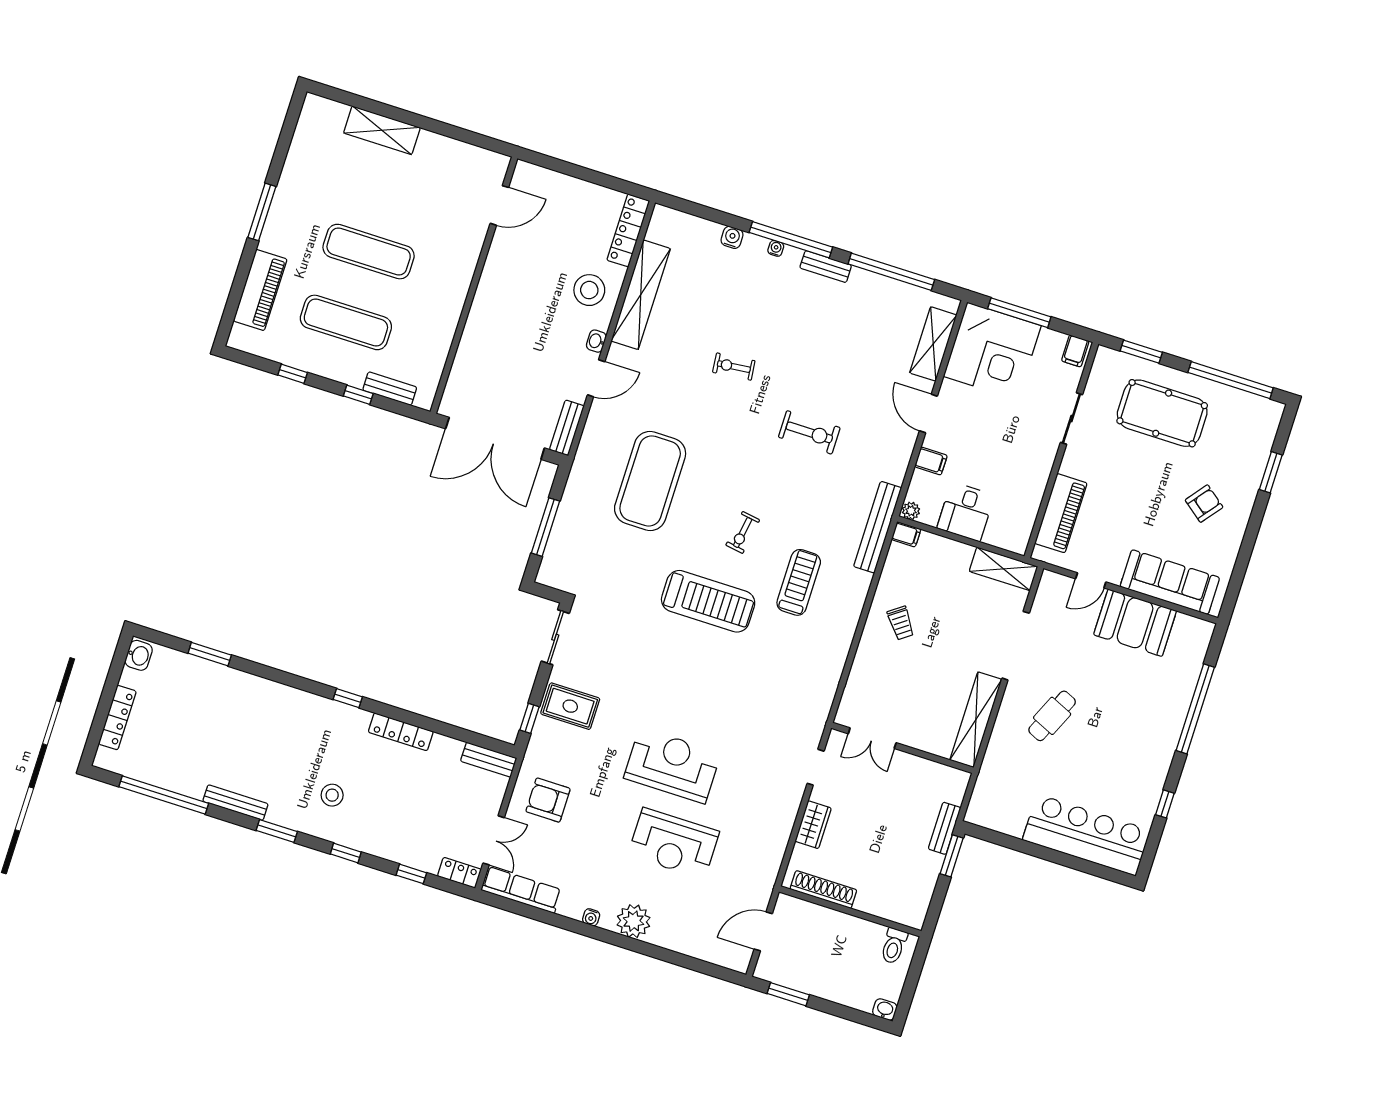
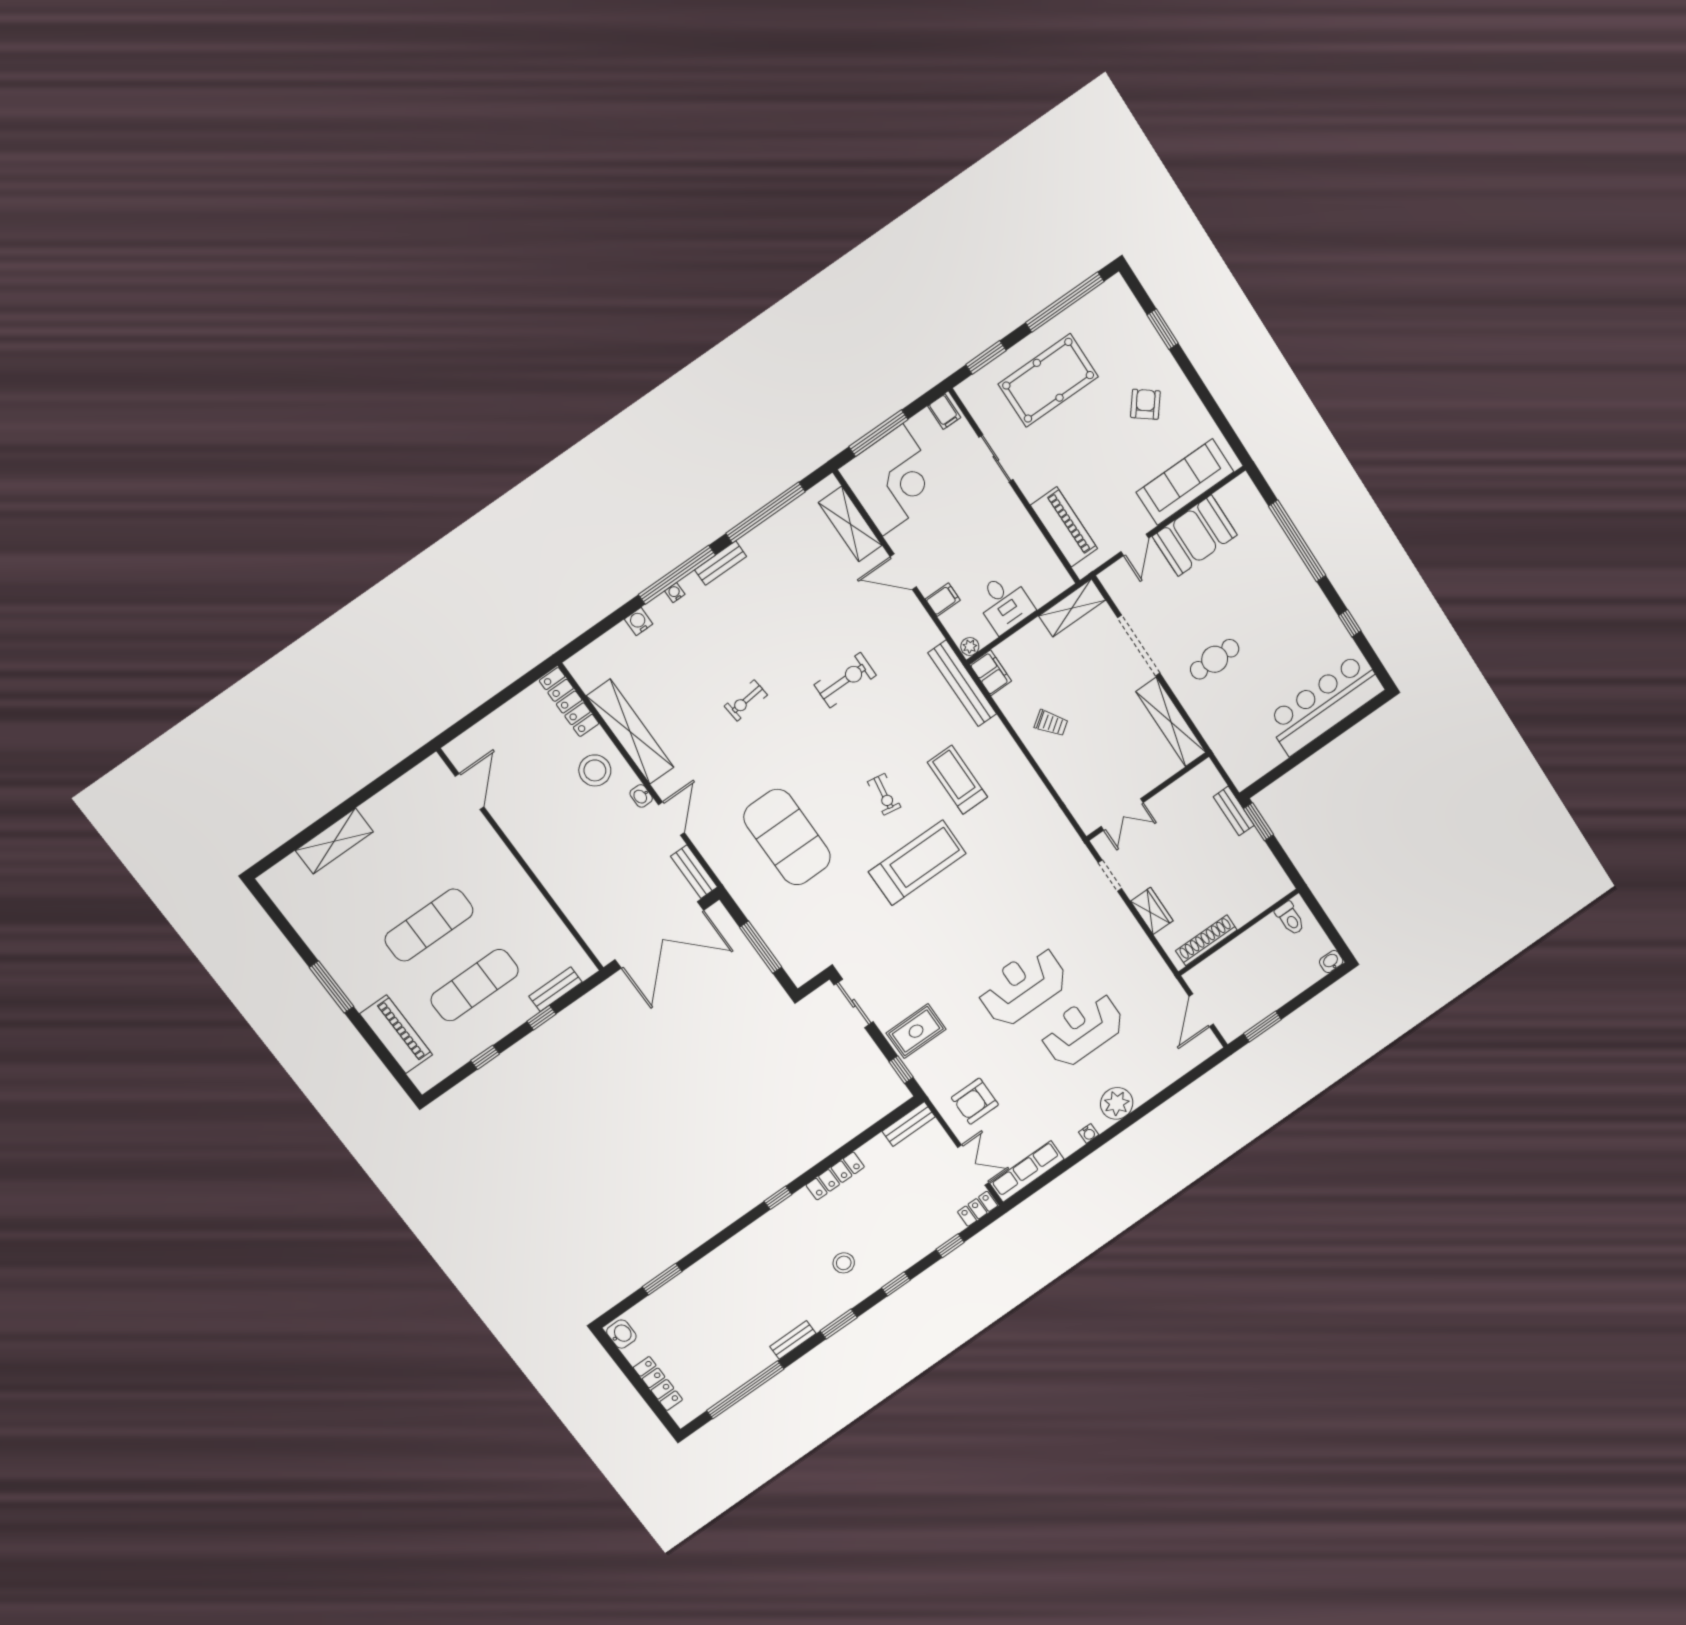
filing cabinet: (906, 534) -> (991, 673), width x2.00
cafe table: (1052, 716) -> (1215, 659), turned 66
bench: (235, 803) -> (793, 1340), width x0.73
reception desk: (674, 843) -> (1082, 1029), turned 180

